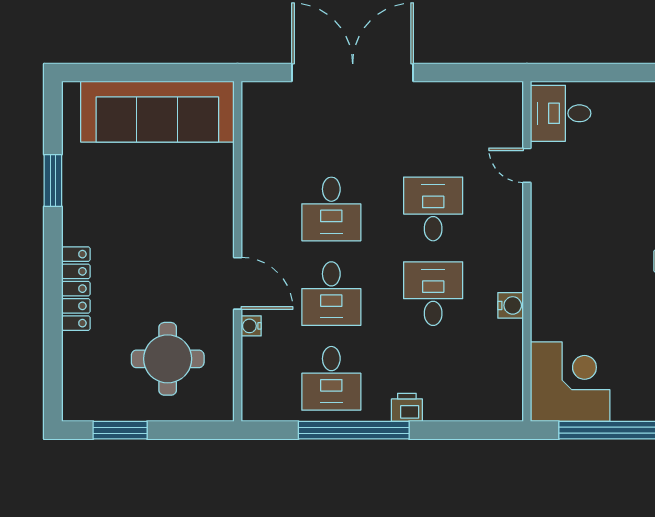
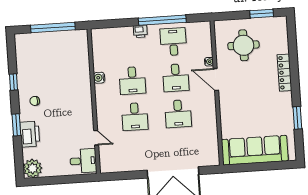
desk: (331, 209) -> (178, 114), turned 180
desk: (331, 294) -> (176, 78), turned 180
corner desk: (570, 382) -> (72, 47), removed

